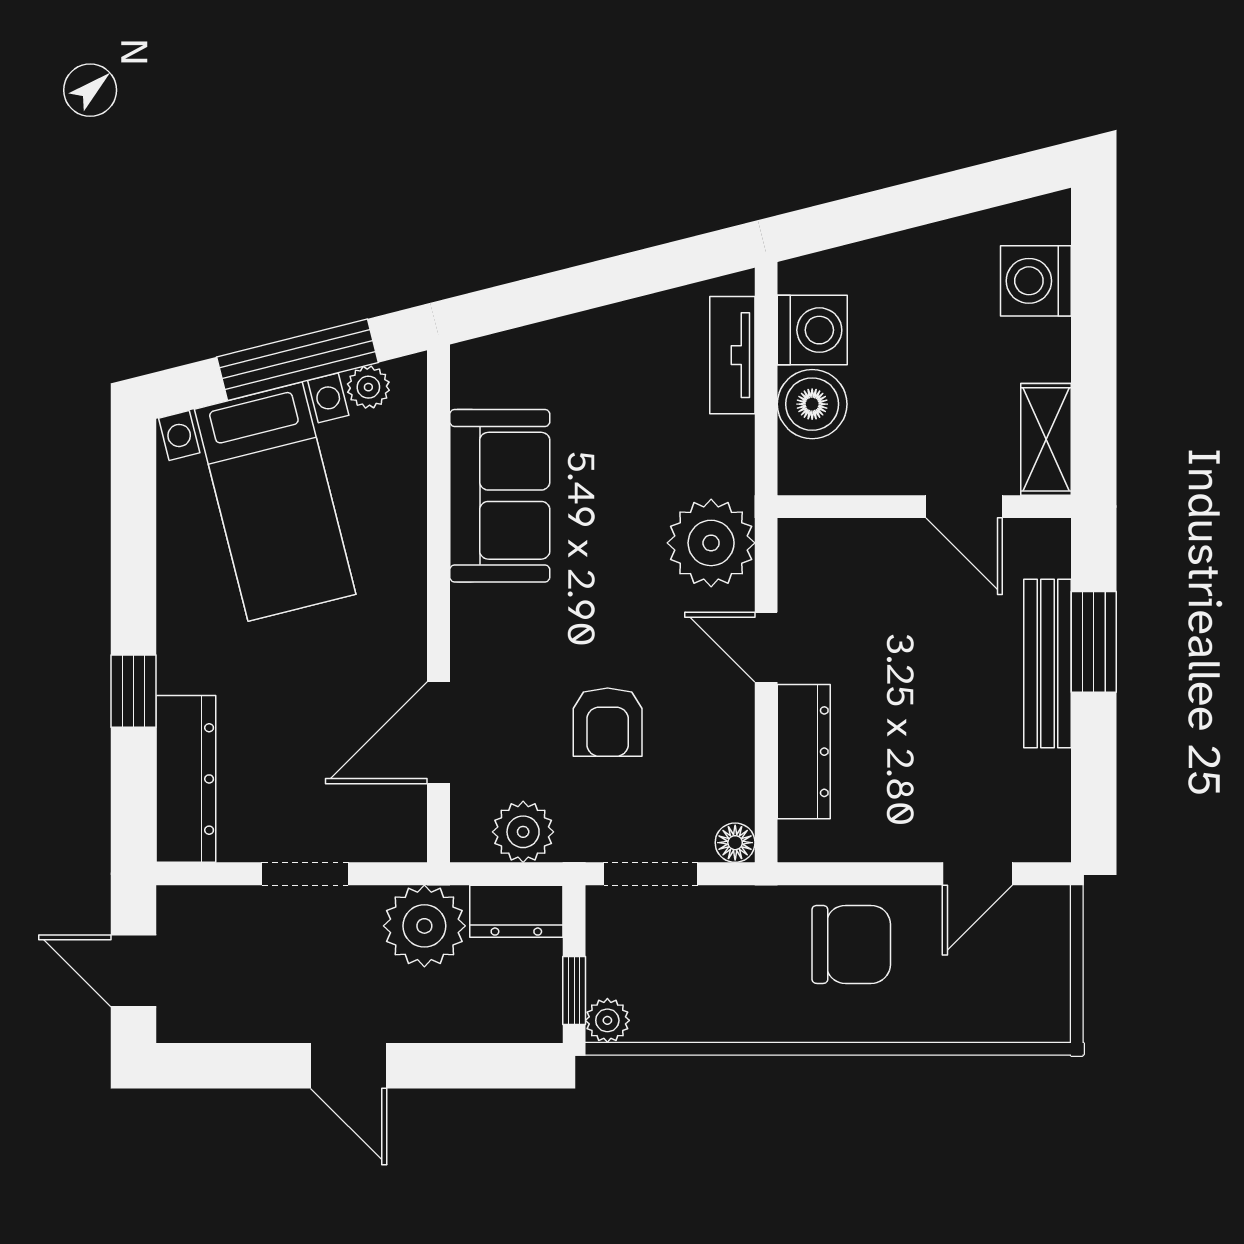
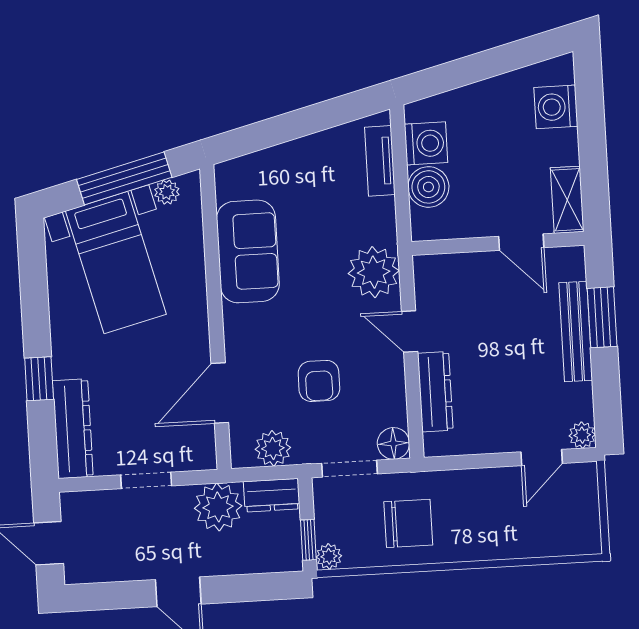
plant: (1048, 840) -> (582, 435), added
floor lamp: (735, 843) -> (393, 443), width x1.37, depth x1.37
chair: (851, 944) -> (408, 523), moved

